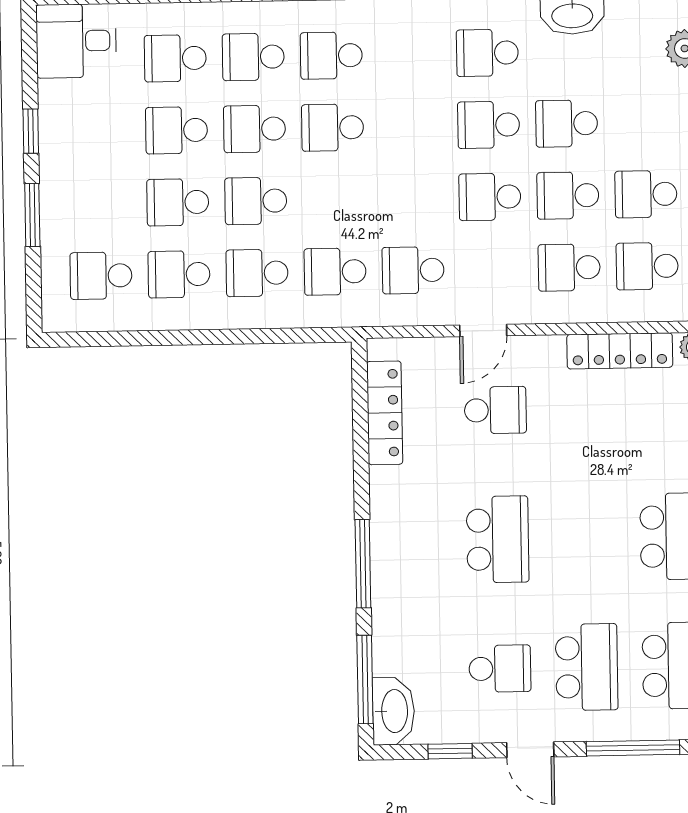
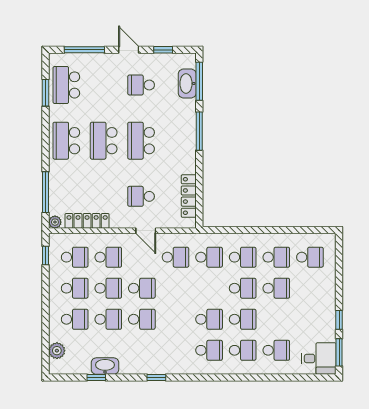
school desk: (487, 53) -> (75, 319), moved
school desk: (177, 130) -> (276, 319), removed
window: (32, 215) -> (339, 352), moved
door: (483, 330) -> (146, 231), swing flipped
school desk: (587, 667) -> (104, 141), moved
washbasin: (393, 711) -> (187, 83), moved

